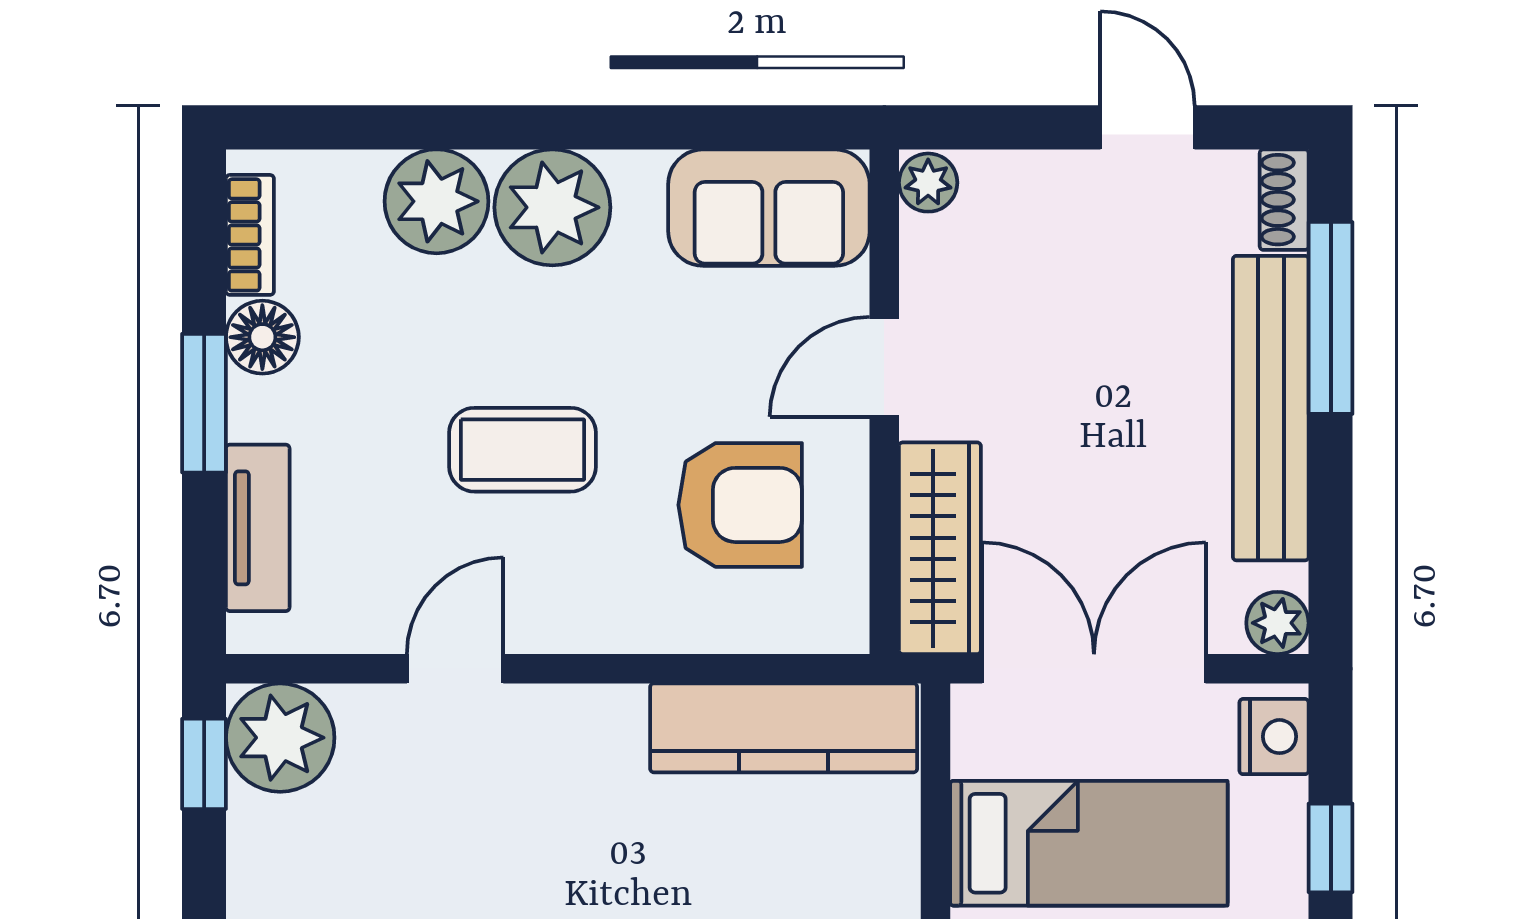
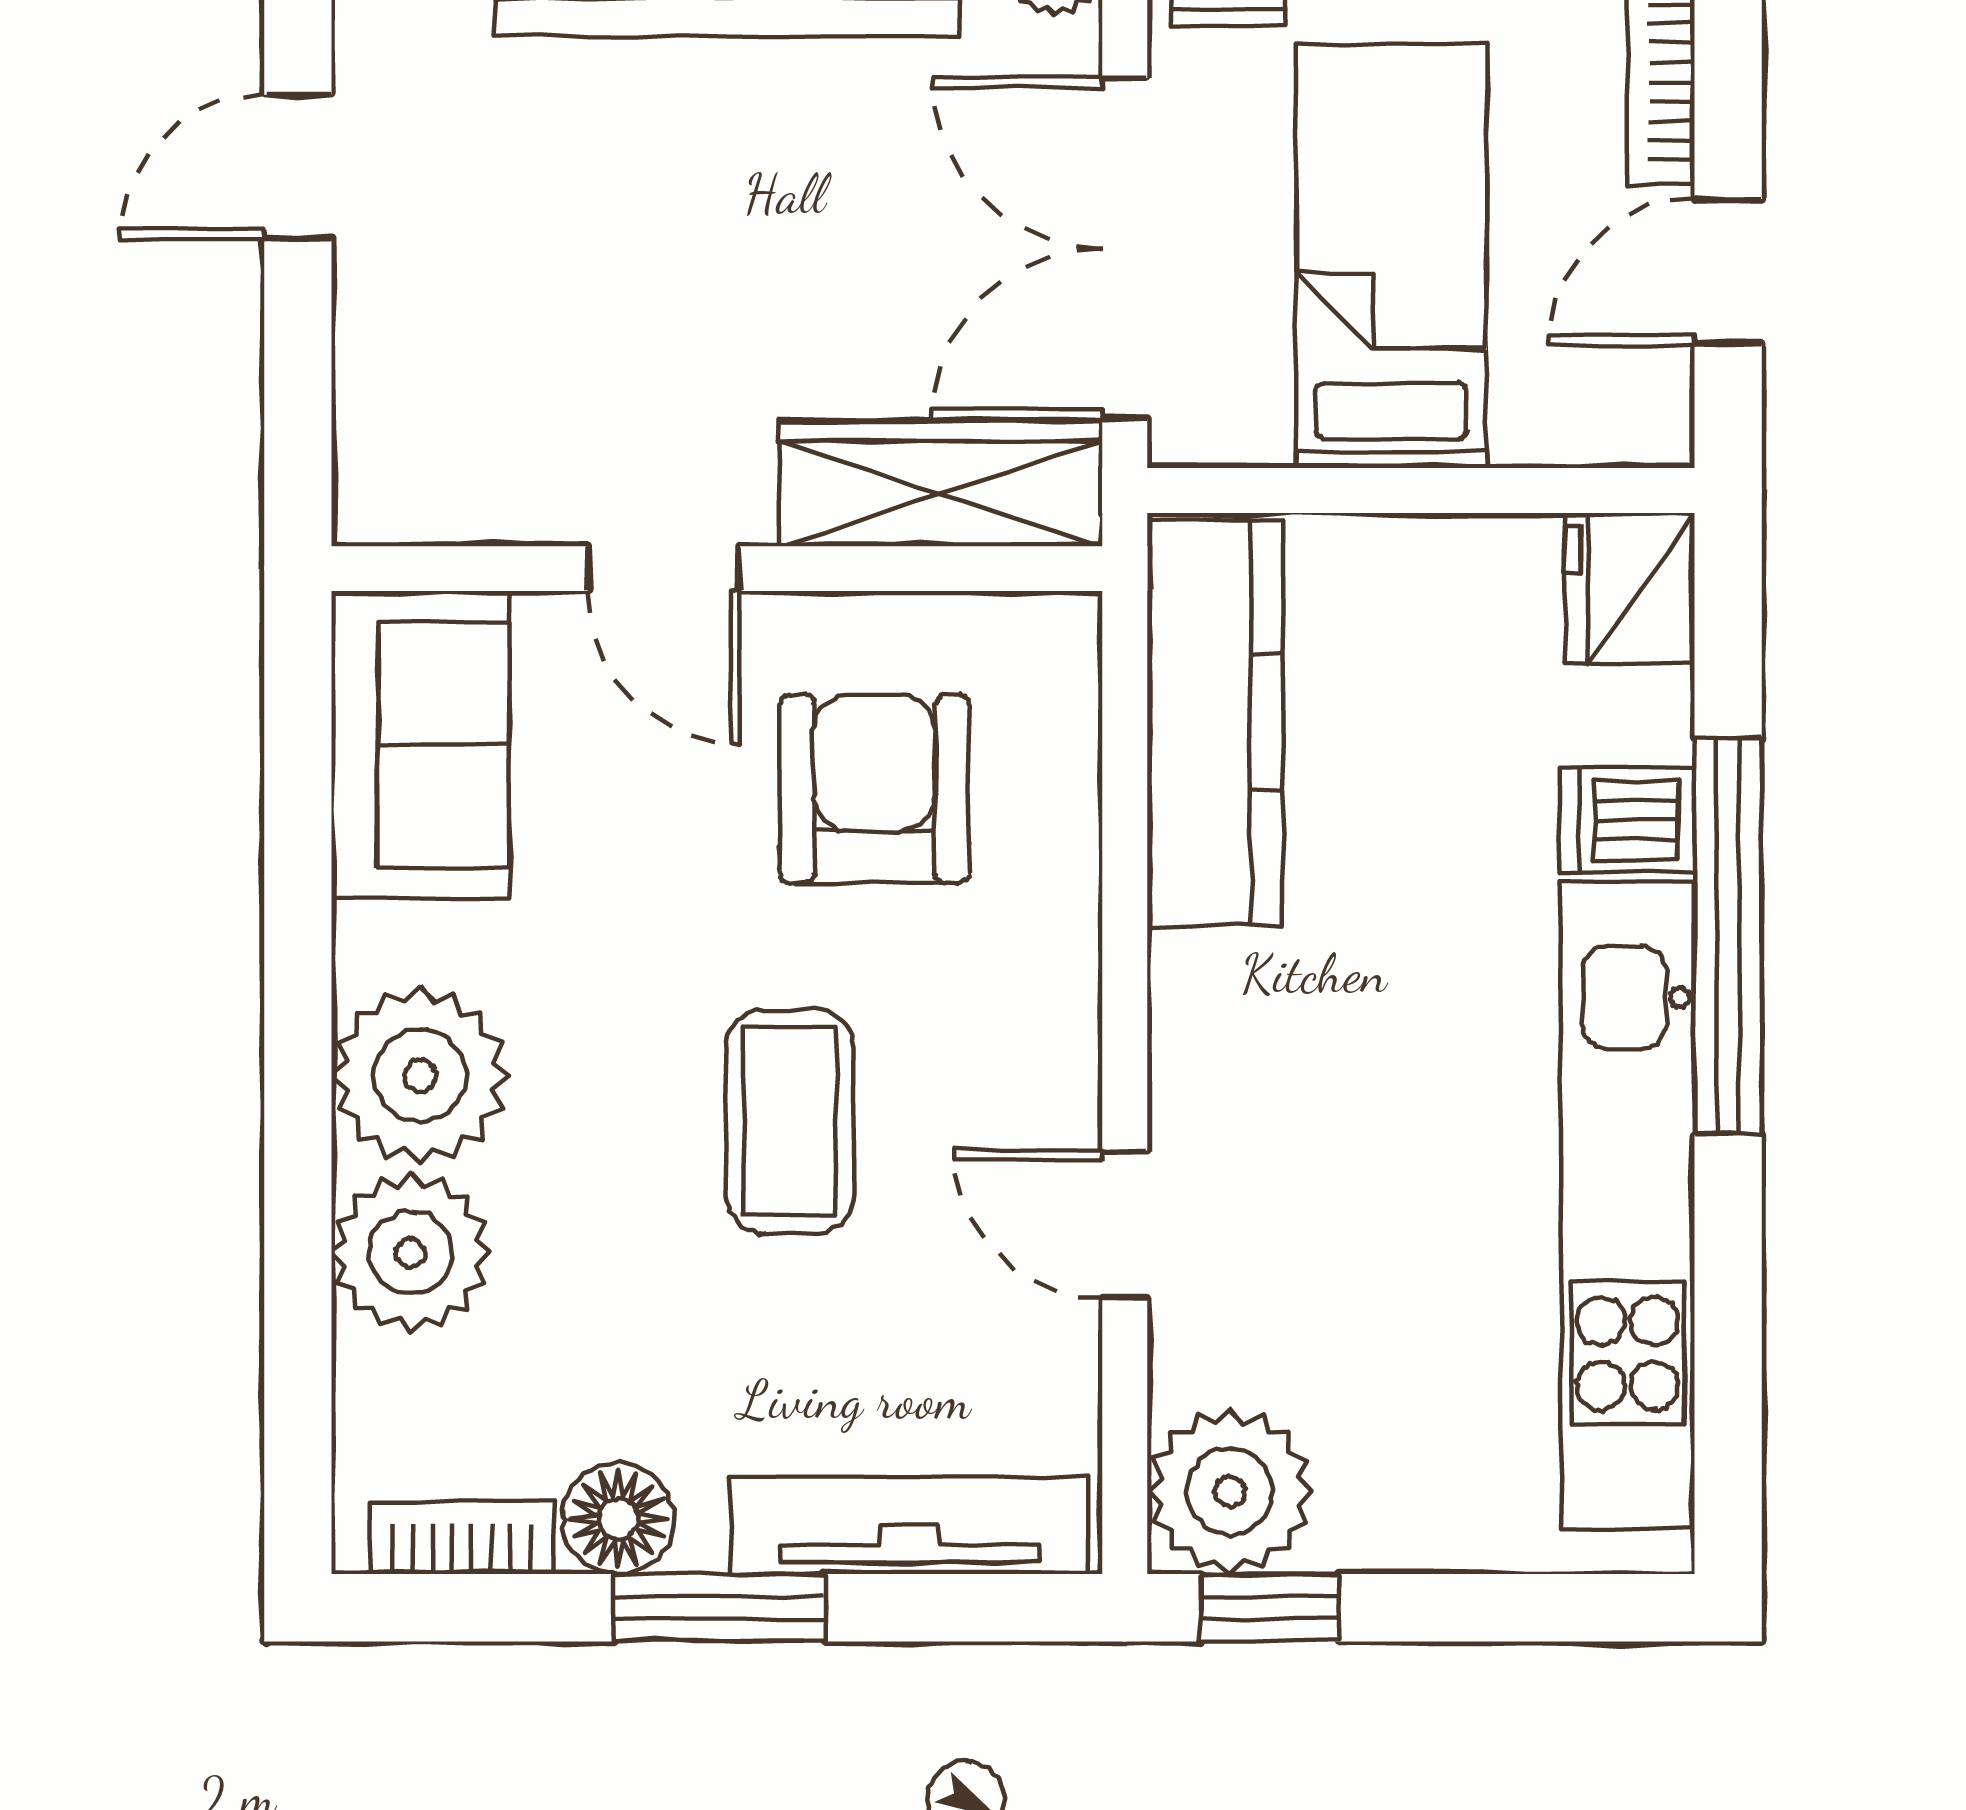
plant: (928, 183) -> (382, 502), removed
tv unit: (258, 528) -> (910, 1526), width x1.41

